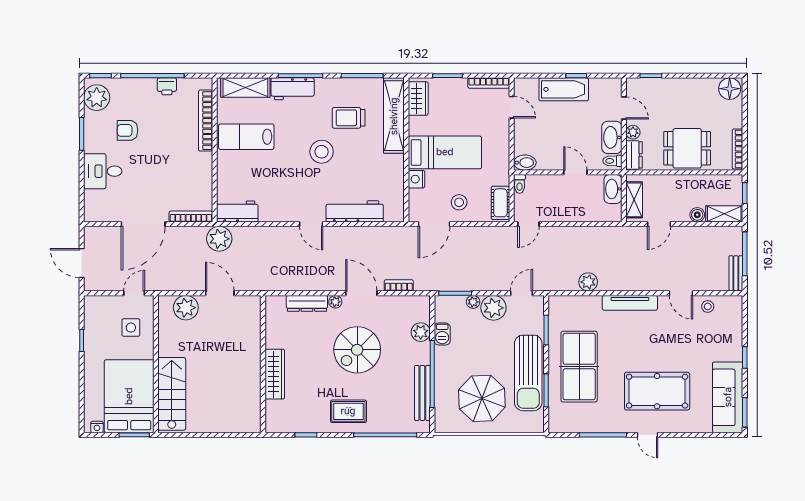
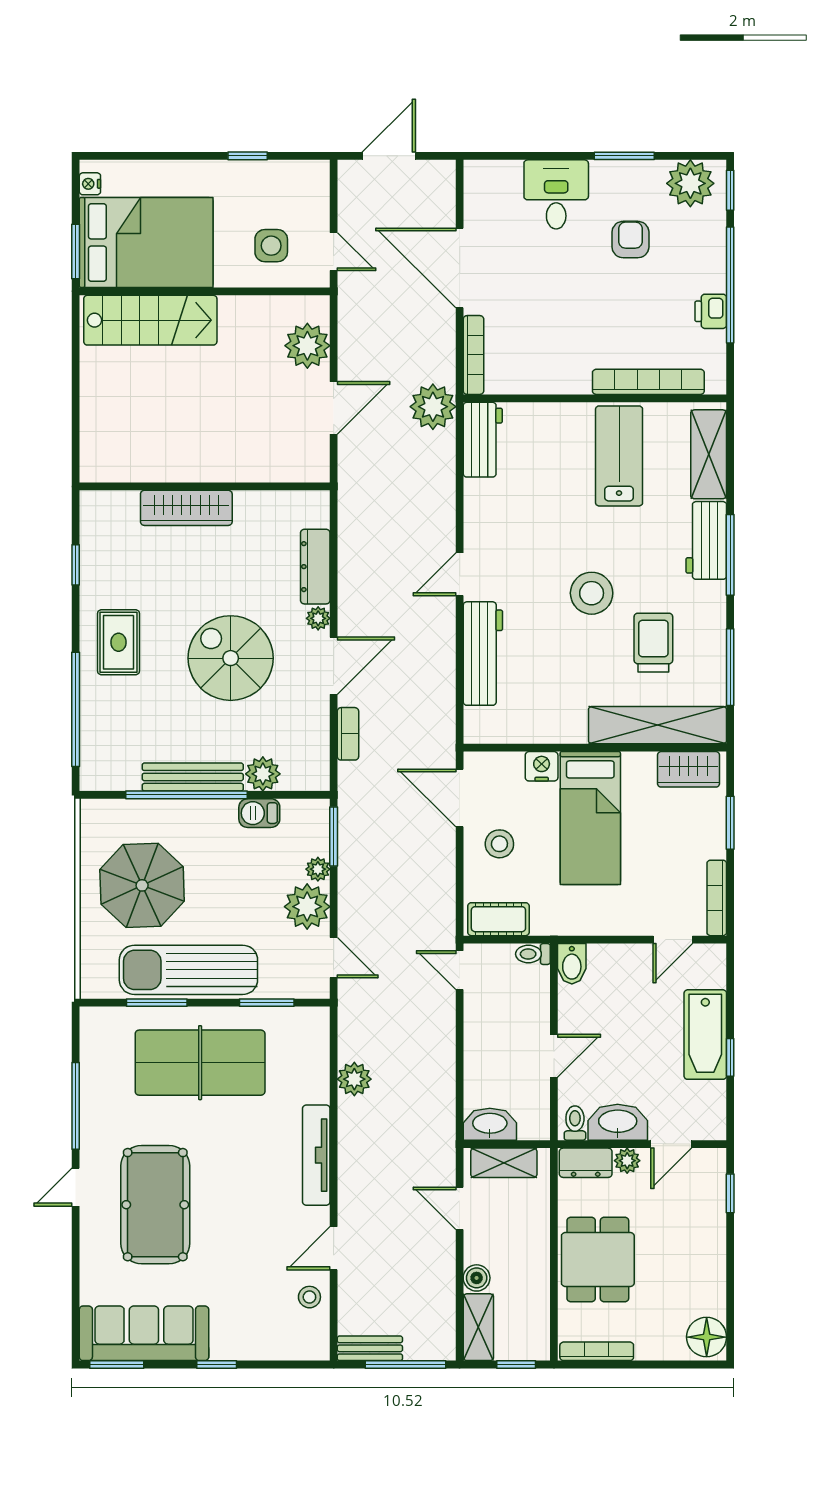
washbasin: (613, 189) -> (490, 1124), moved
bench: (422, 393) -> (193, 777), moved

